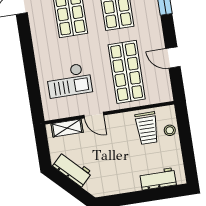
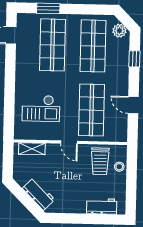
door: (94, 115) -> (69, 142), moved
workbench: (72, 169) -> (39, 194), moved

